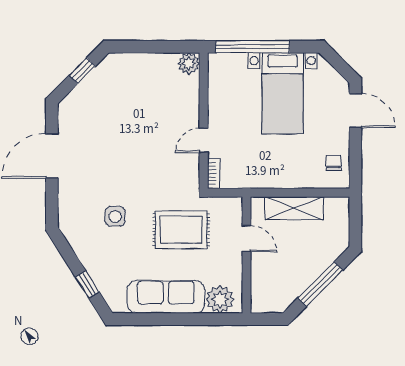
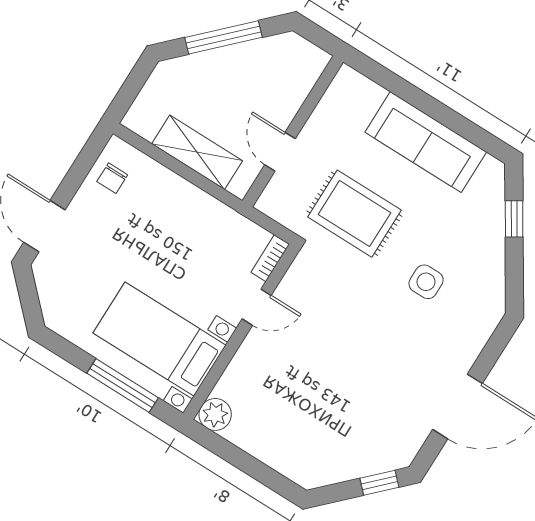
window: (253, 47) -> (123, 386), width x0.68
window: (82, 71) -> (379, 483), moved
bed with nightstands: (283, 93) -> (160, 339), moved, turned -90
plant: (220, 299) -> (360, 97), removed

